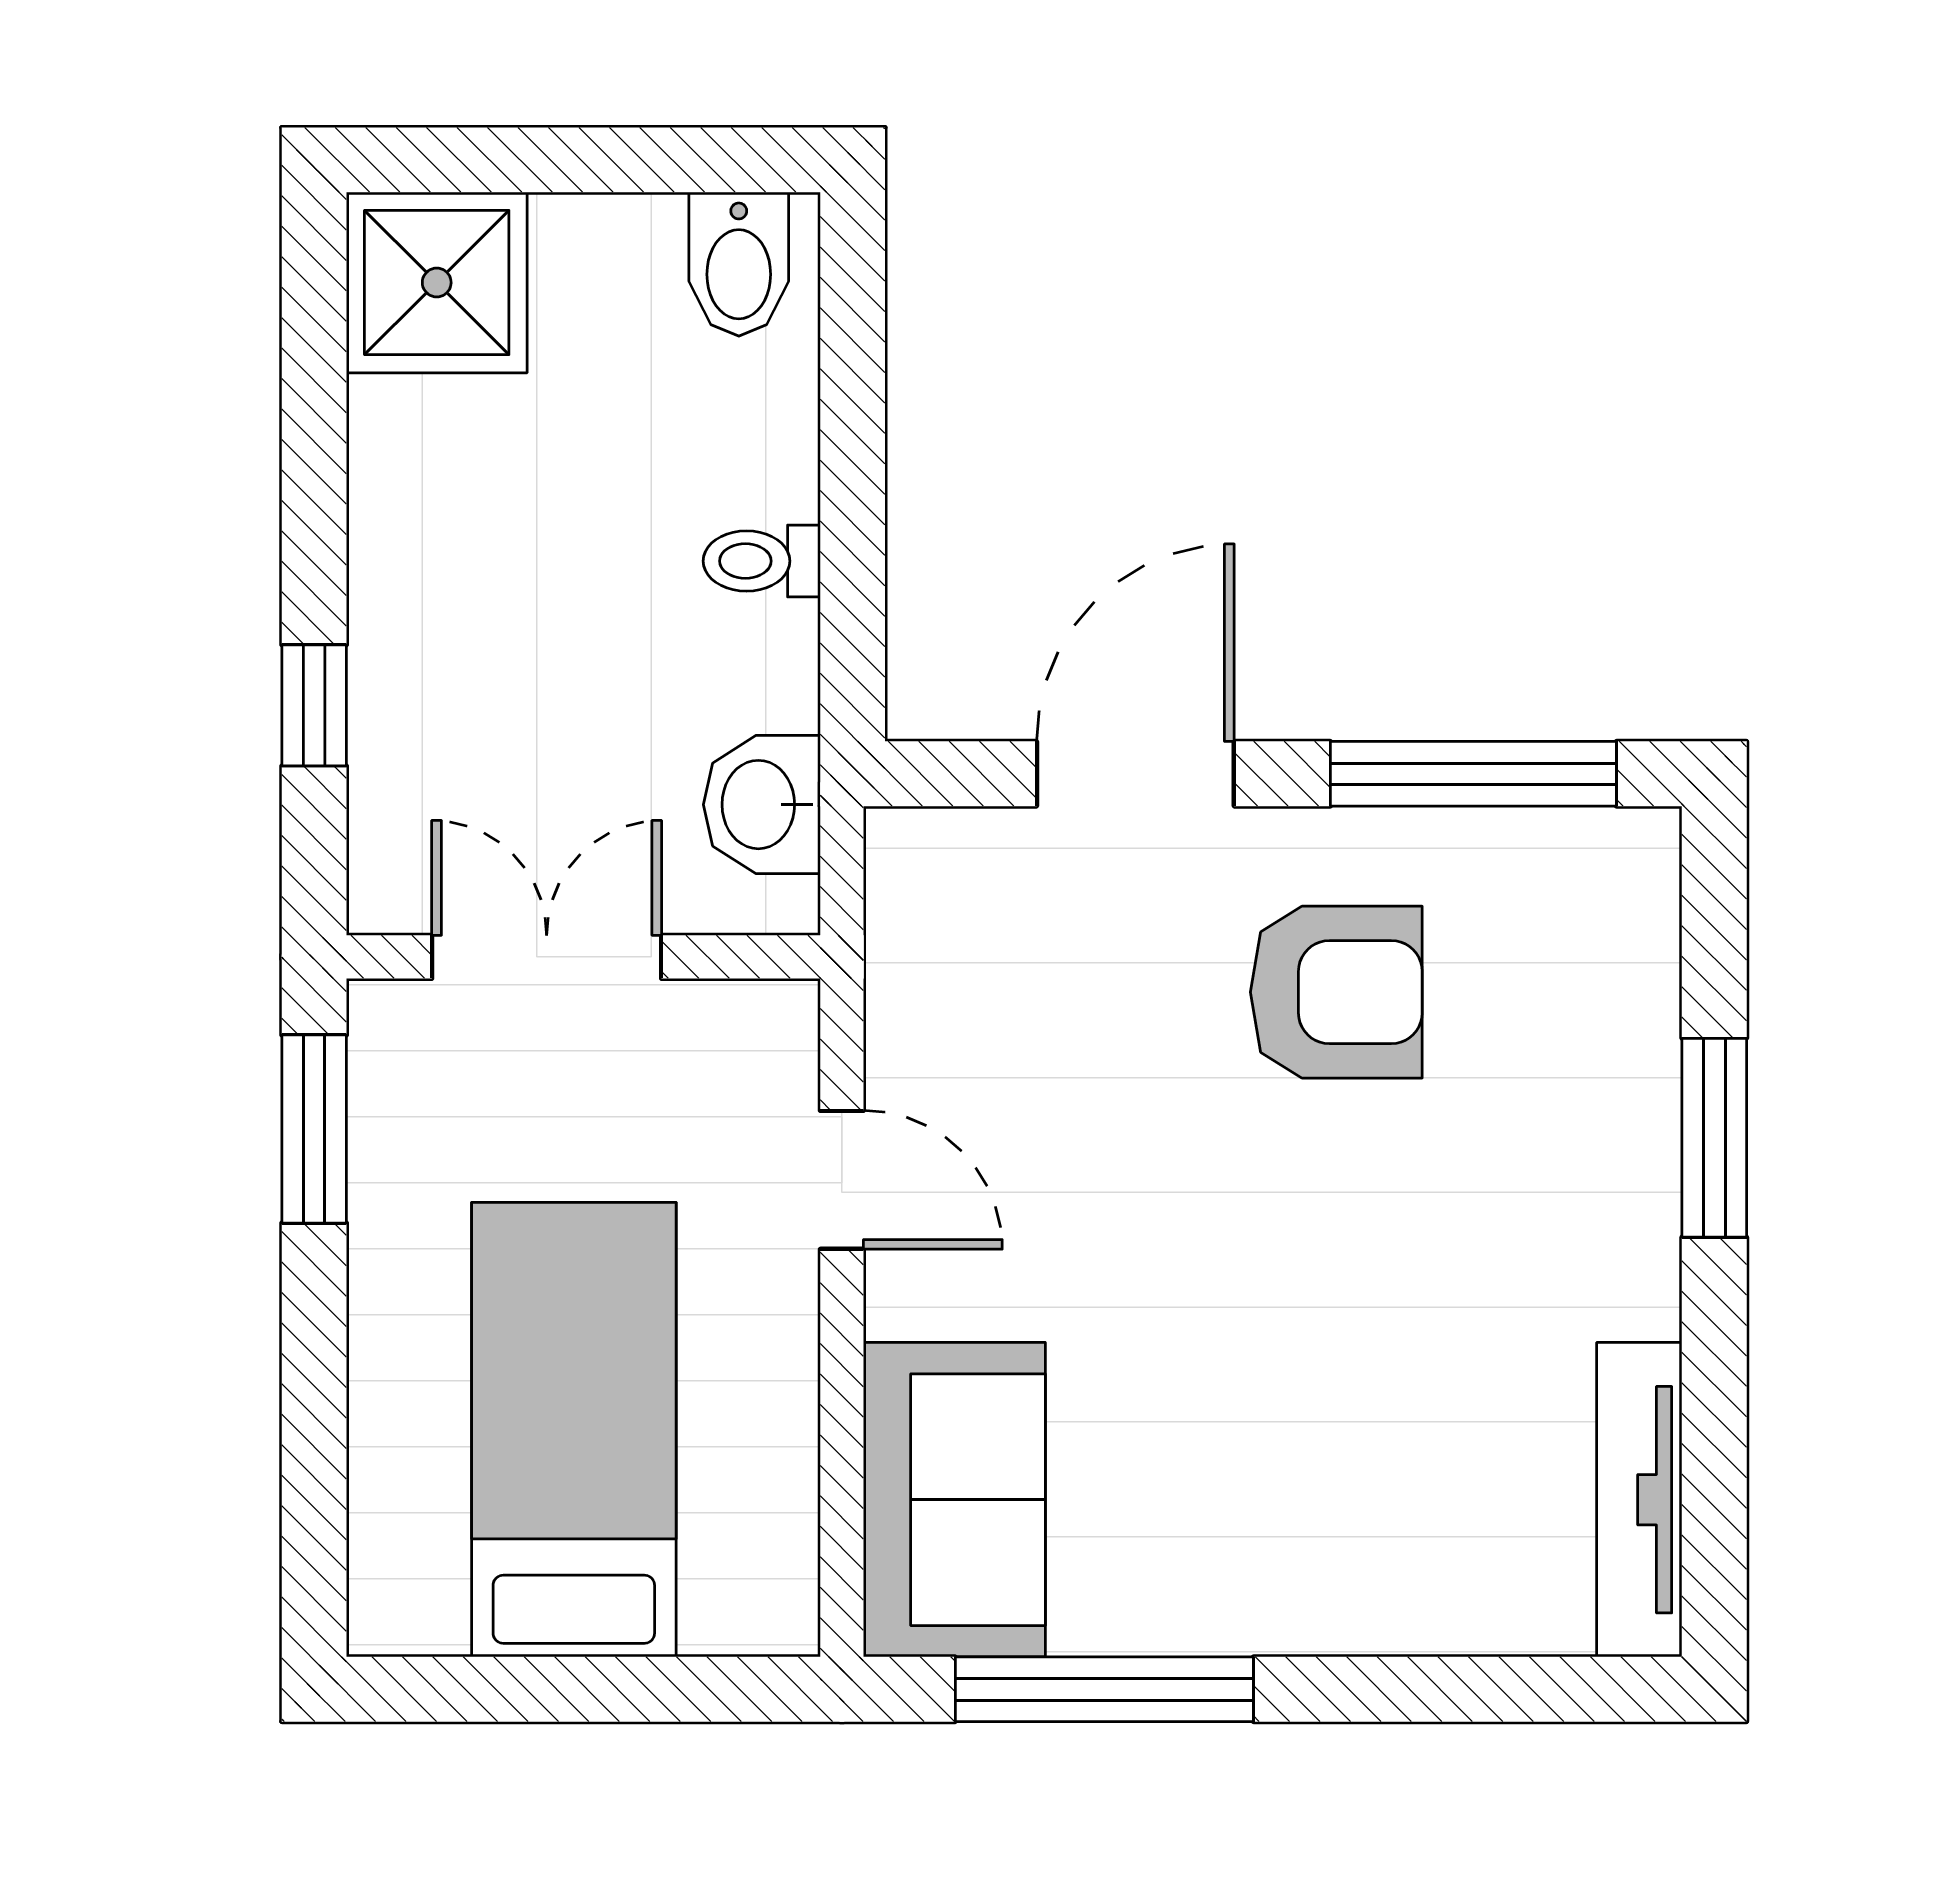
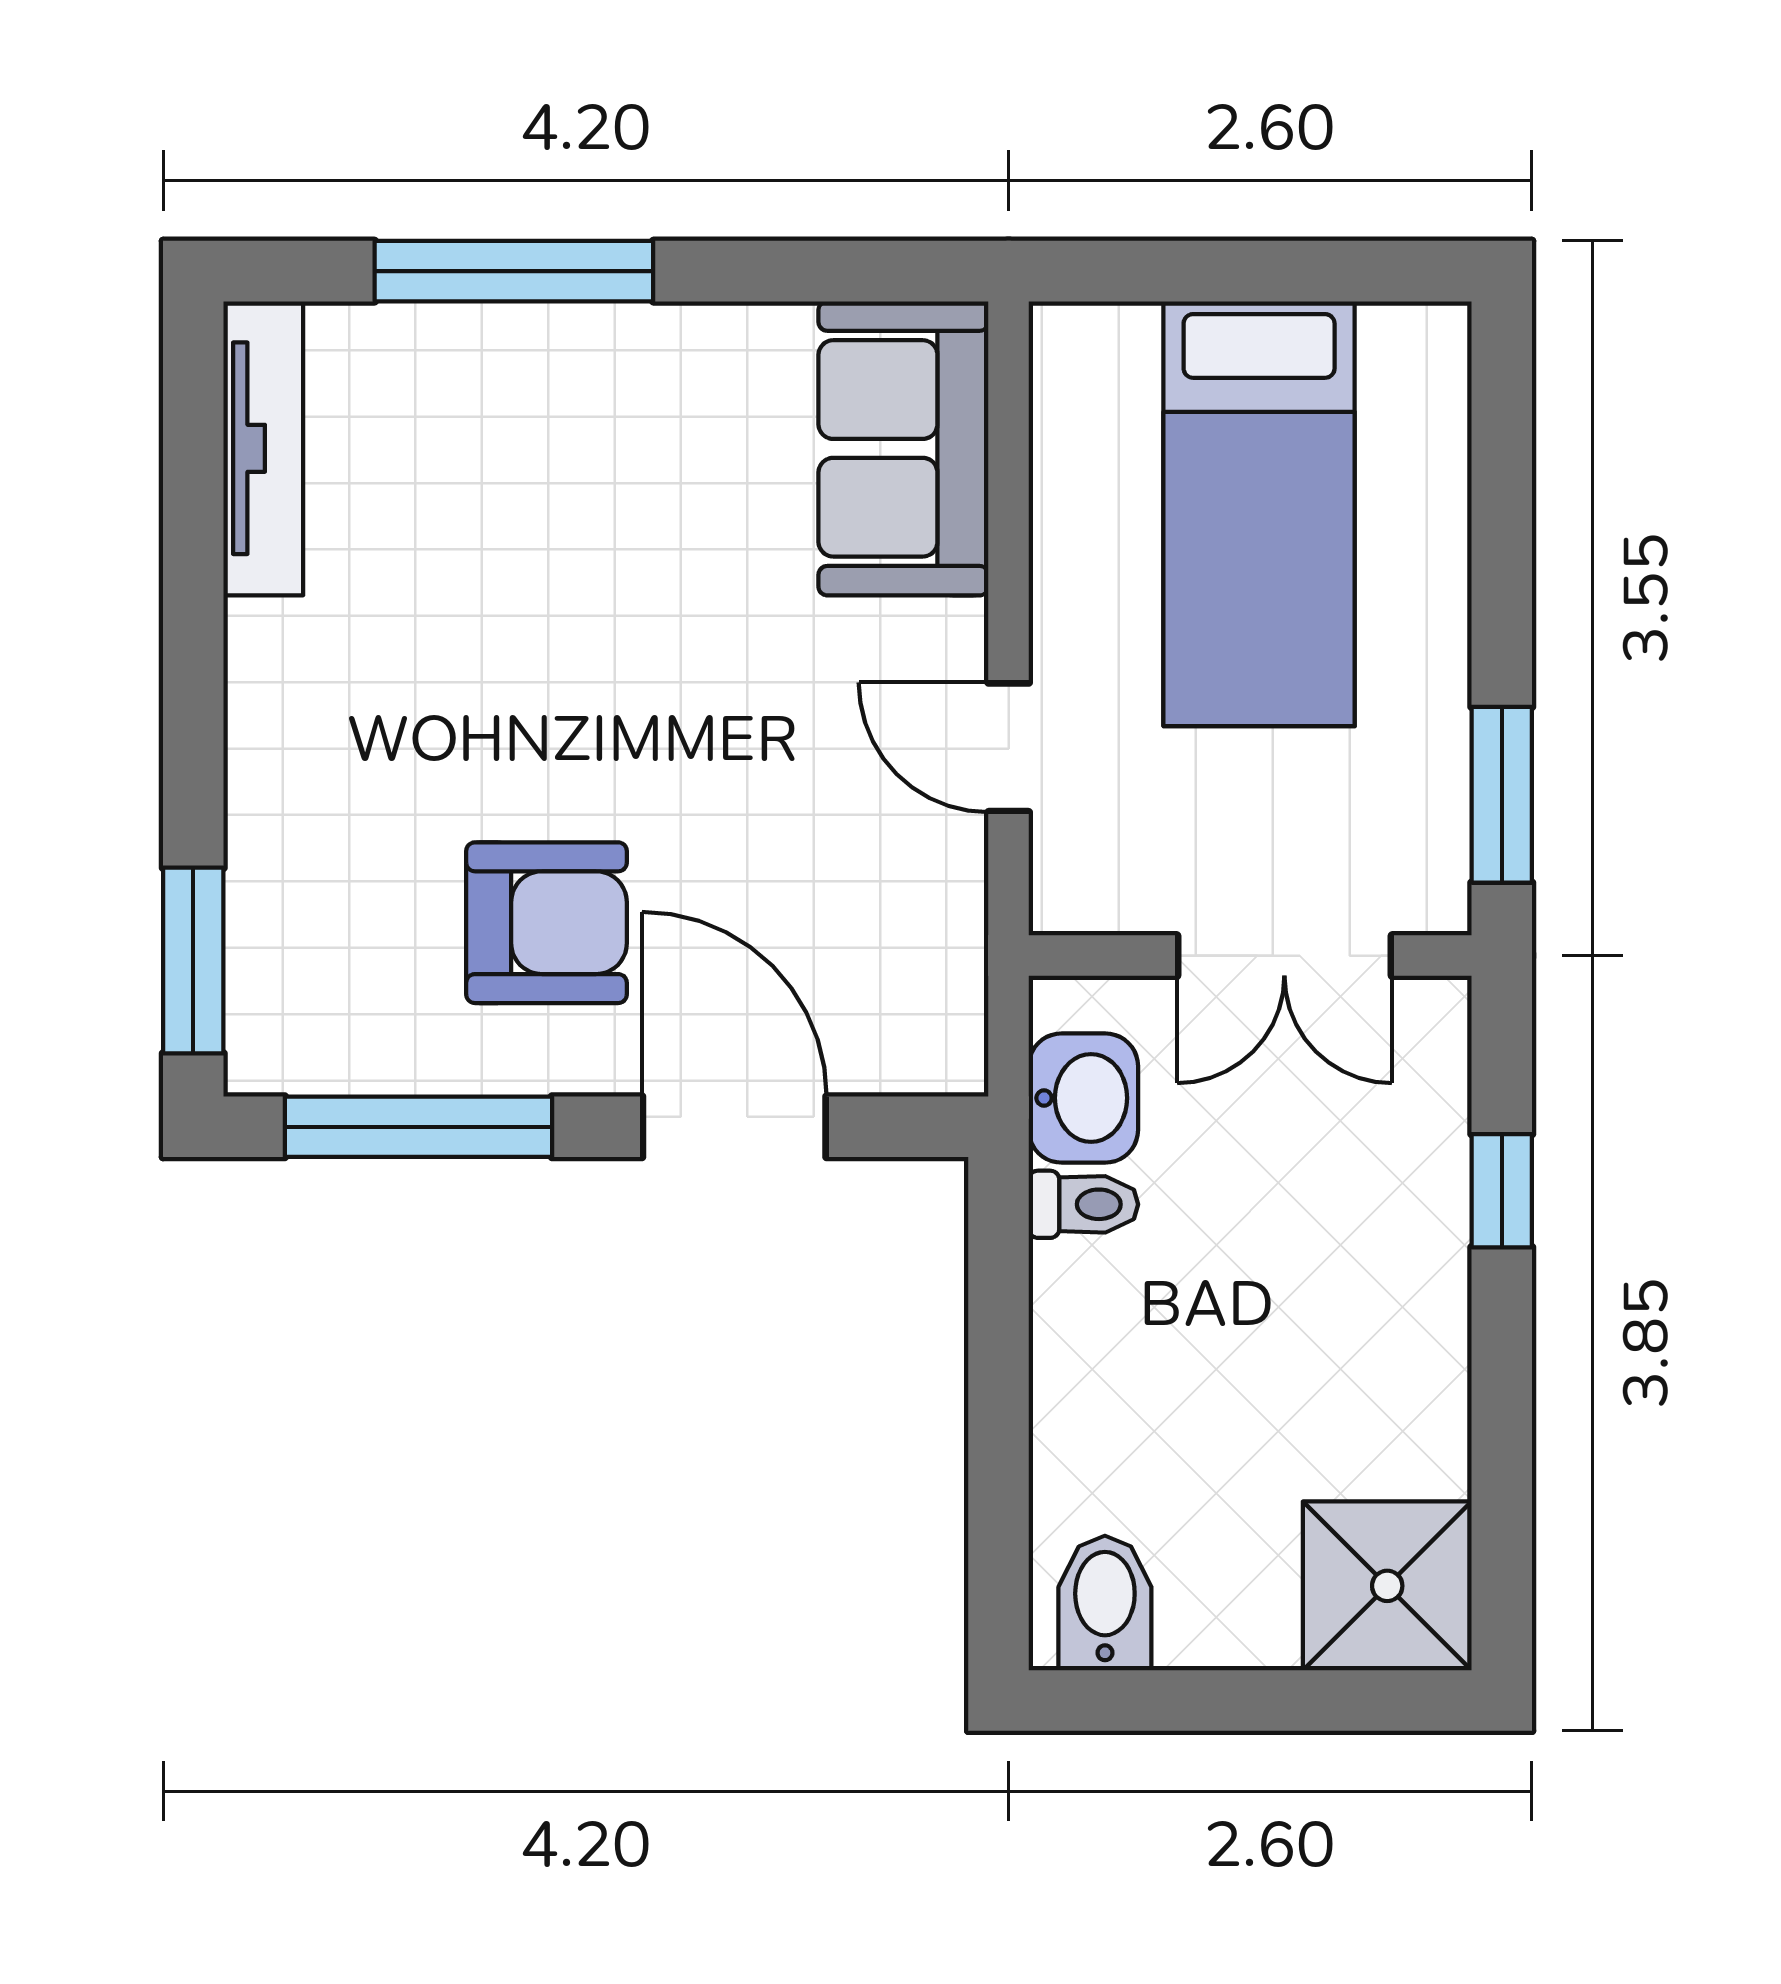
toilet: (762, 561) -> (1083, 1204), moved
door: (1135, 774) -> (734, 1127), swing flipped
armchair: (1336, 992) -> (547, 923), turned 180
window: (1714, 1138) -> (193, 961), moved
window: (1104, 1689) -> (514, 271), moved

